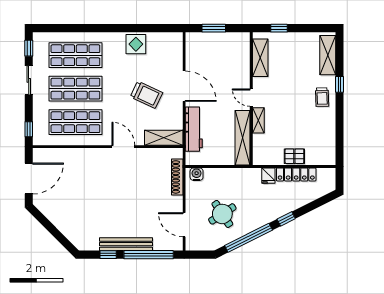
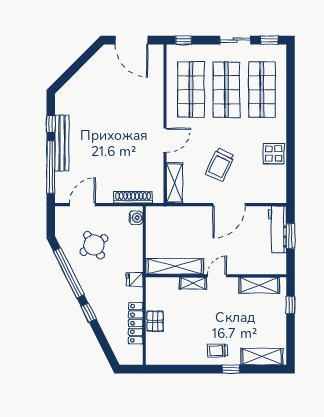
workbench: (194, 129) -> (278, 229), moved, turned 90
fridge: (268, 176) -> (135, 280), moved

